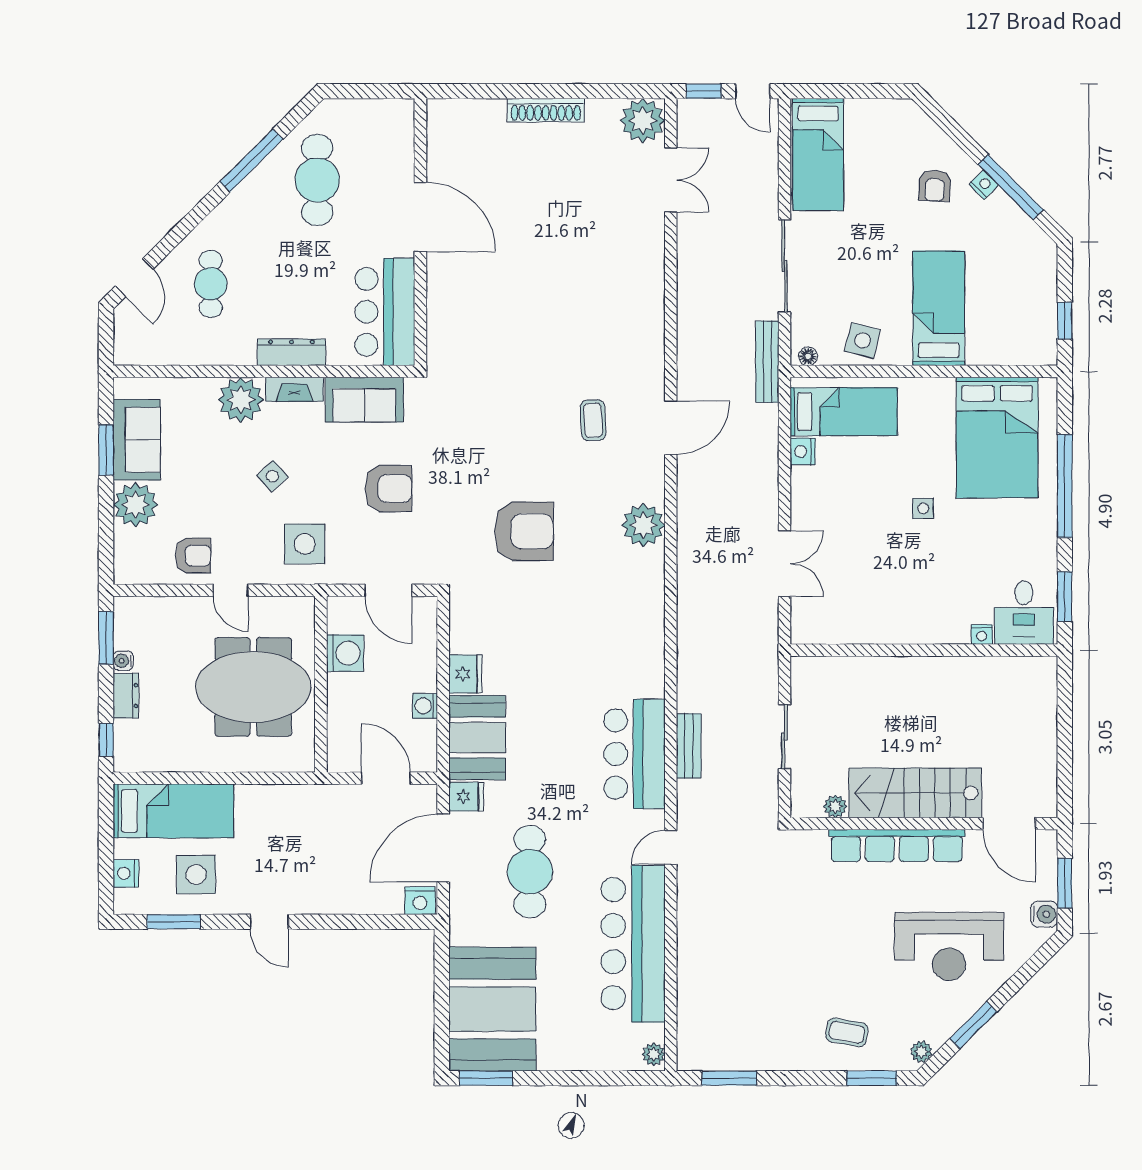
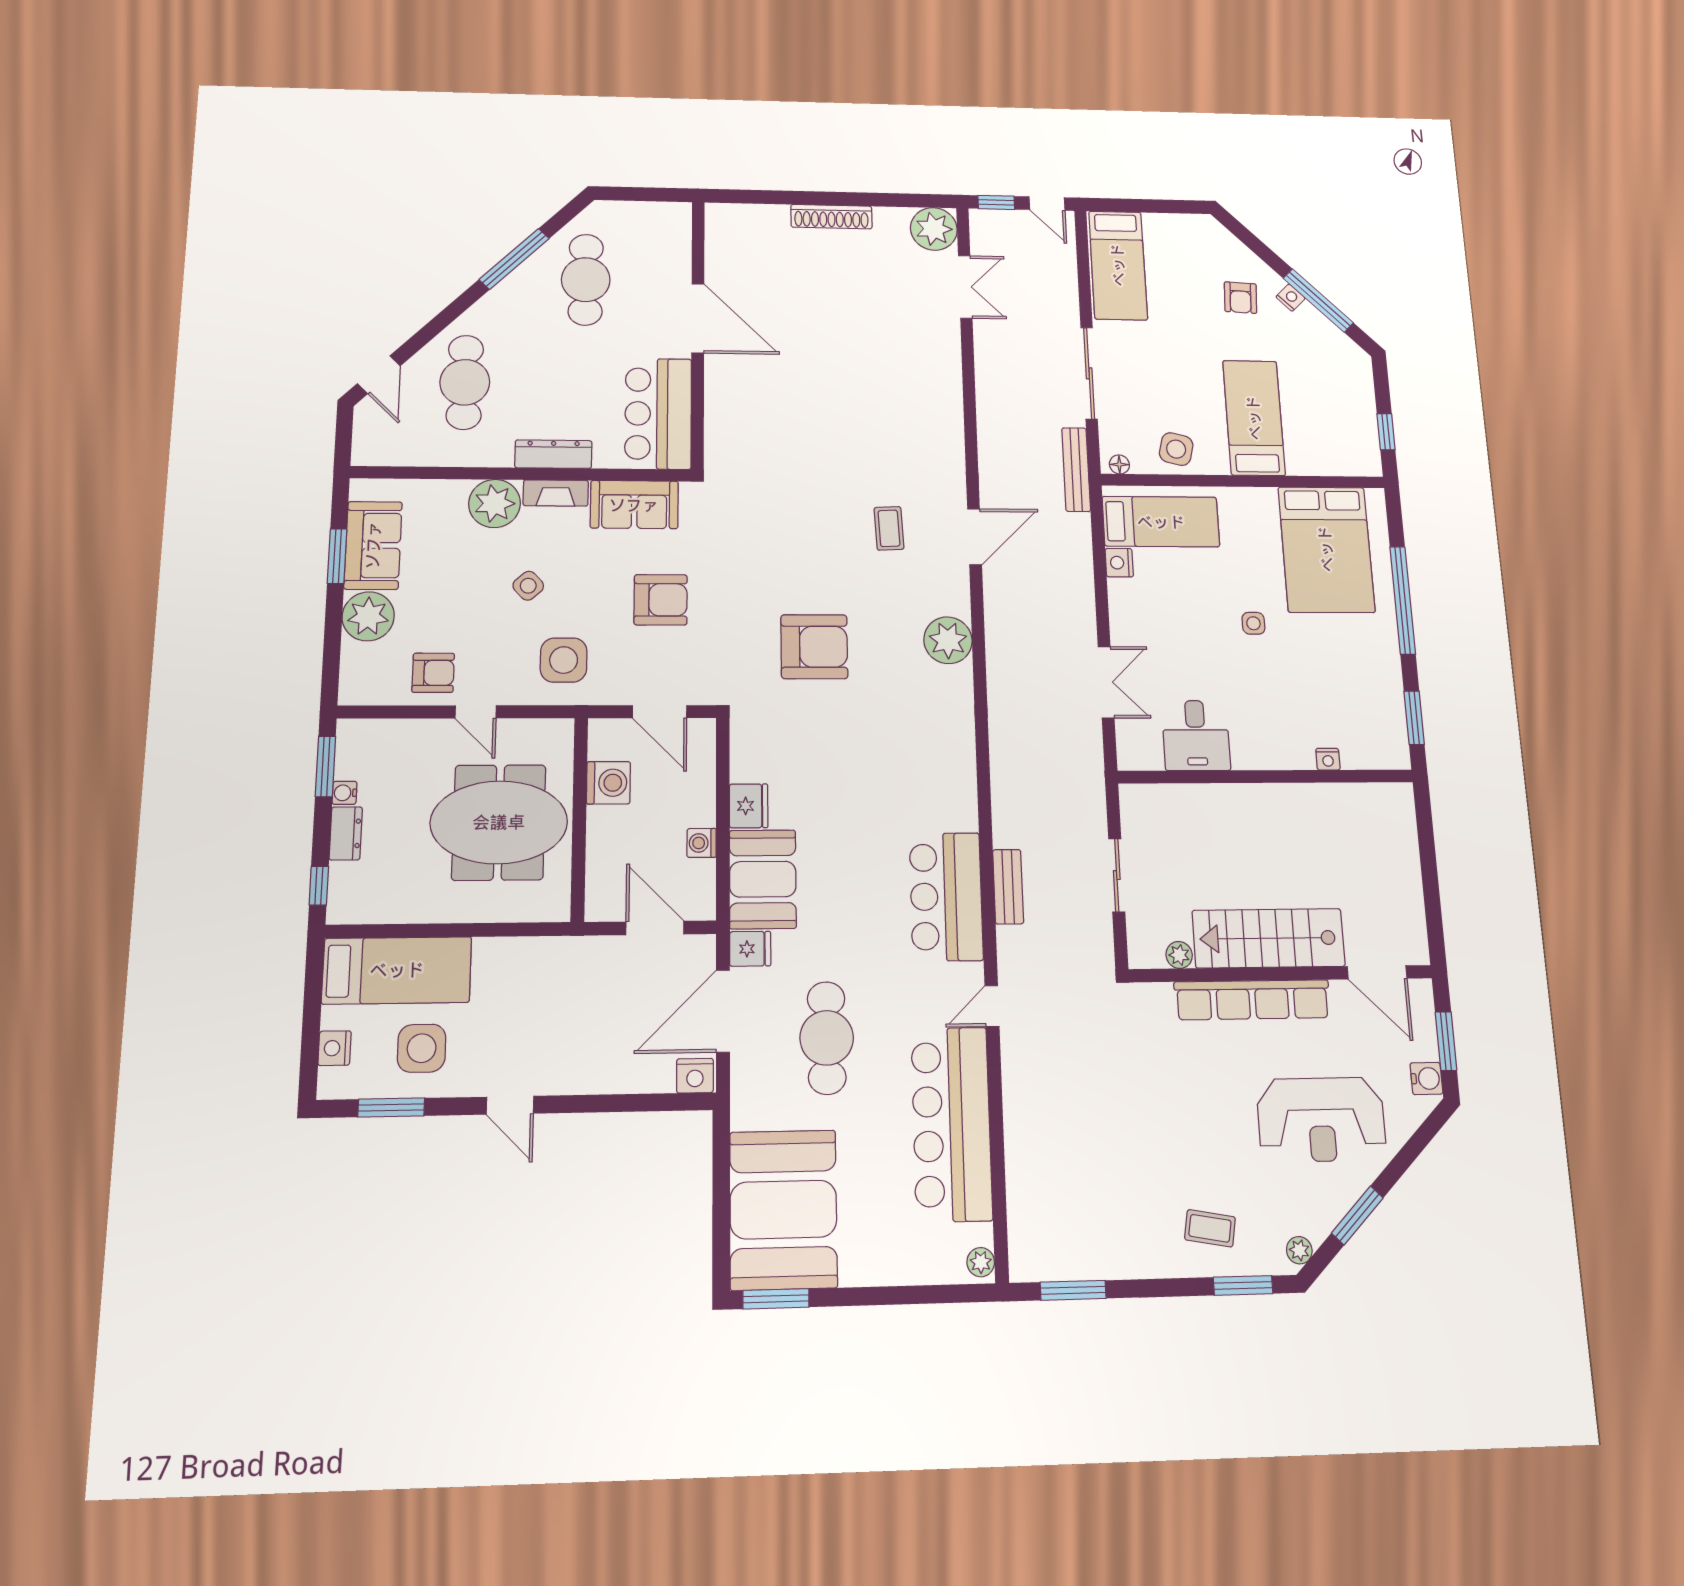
cafe table: (211, 284) -> (465, 382), width x1.37, depth x1.35
desk: (1024, 613) -> (1196, 735), moved

